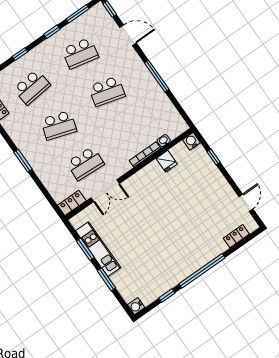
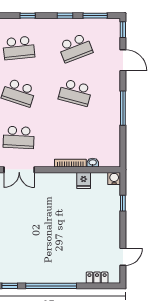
school desk: (80, 53) -> (75, 48), turned -33

